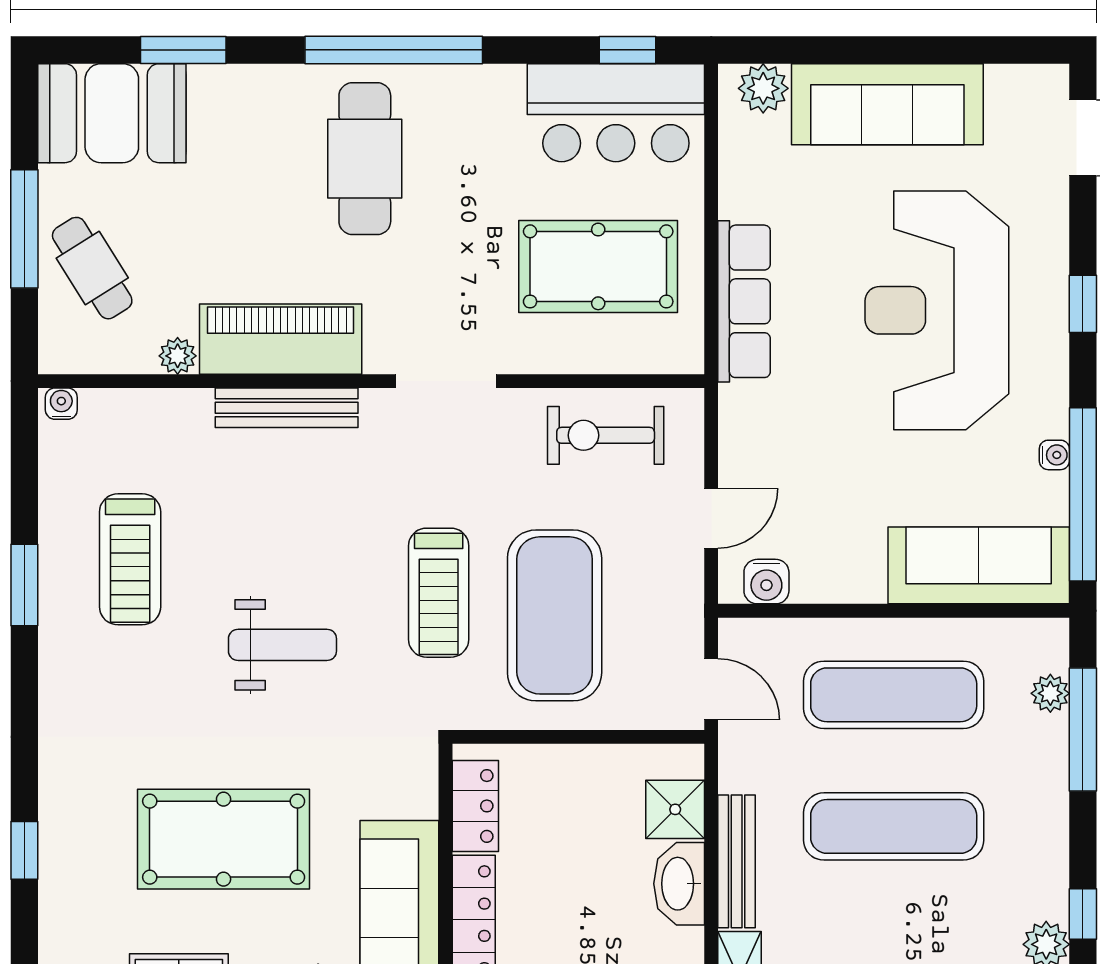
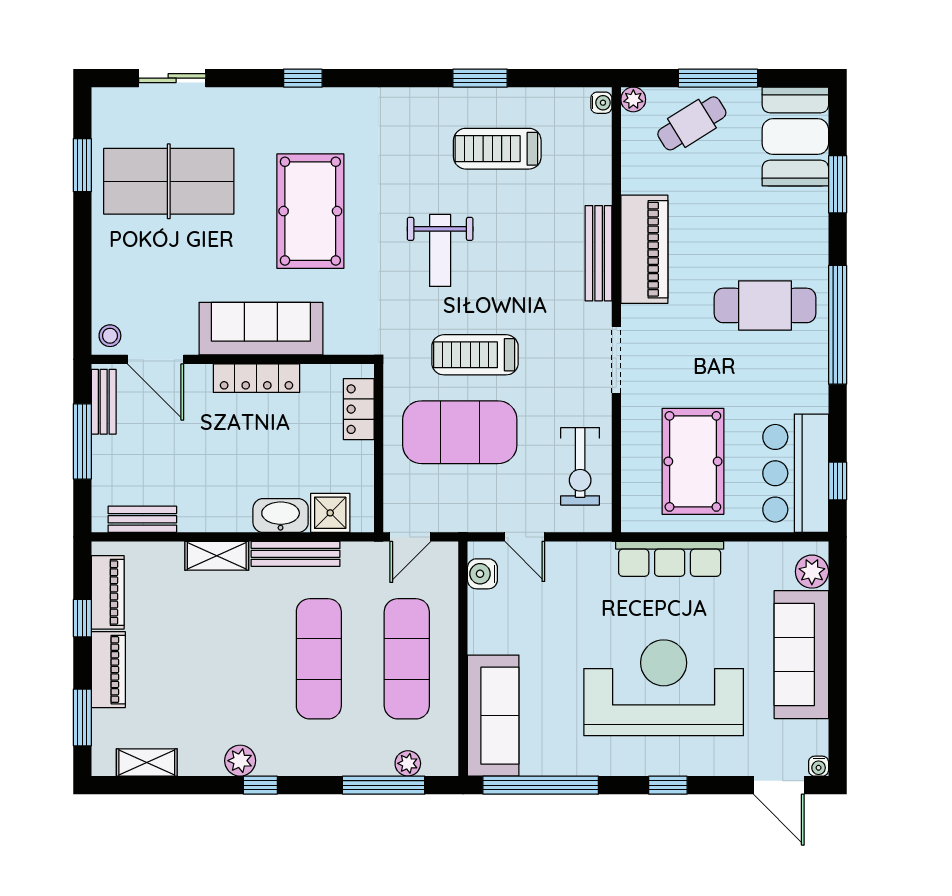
plant: (178, 356) -> (633, 99), moved
exercise bike: (606, 435) -> (580, 466), turned 180
water cooler: (1054, 455) -> (819, 766), moved
locker: (475, 806) -> (359, 409), moved, turned 90

